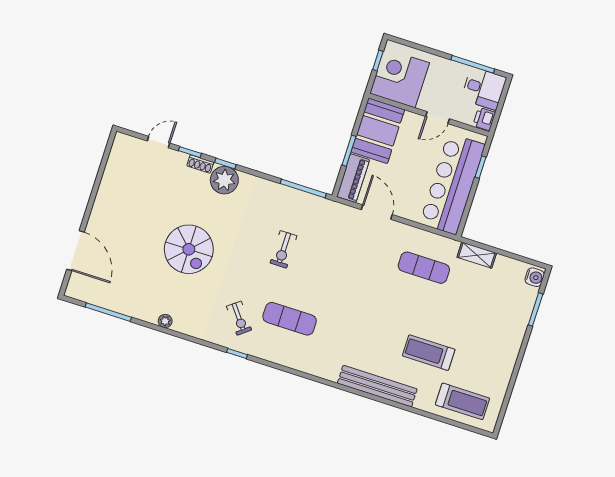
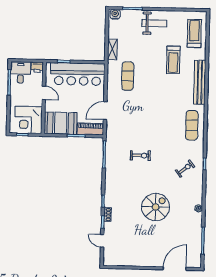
plant: (224, 180) -> (112, 199), removed
exercise mat: (290, 319) -> (192, 125), moved
weight bench: (500, 339) -> (154, 23), added

